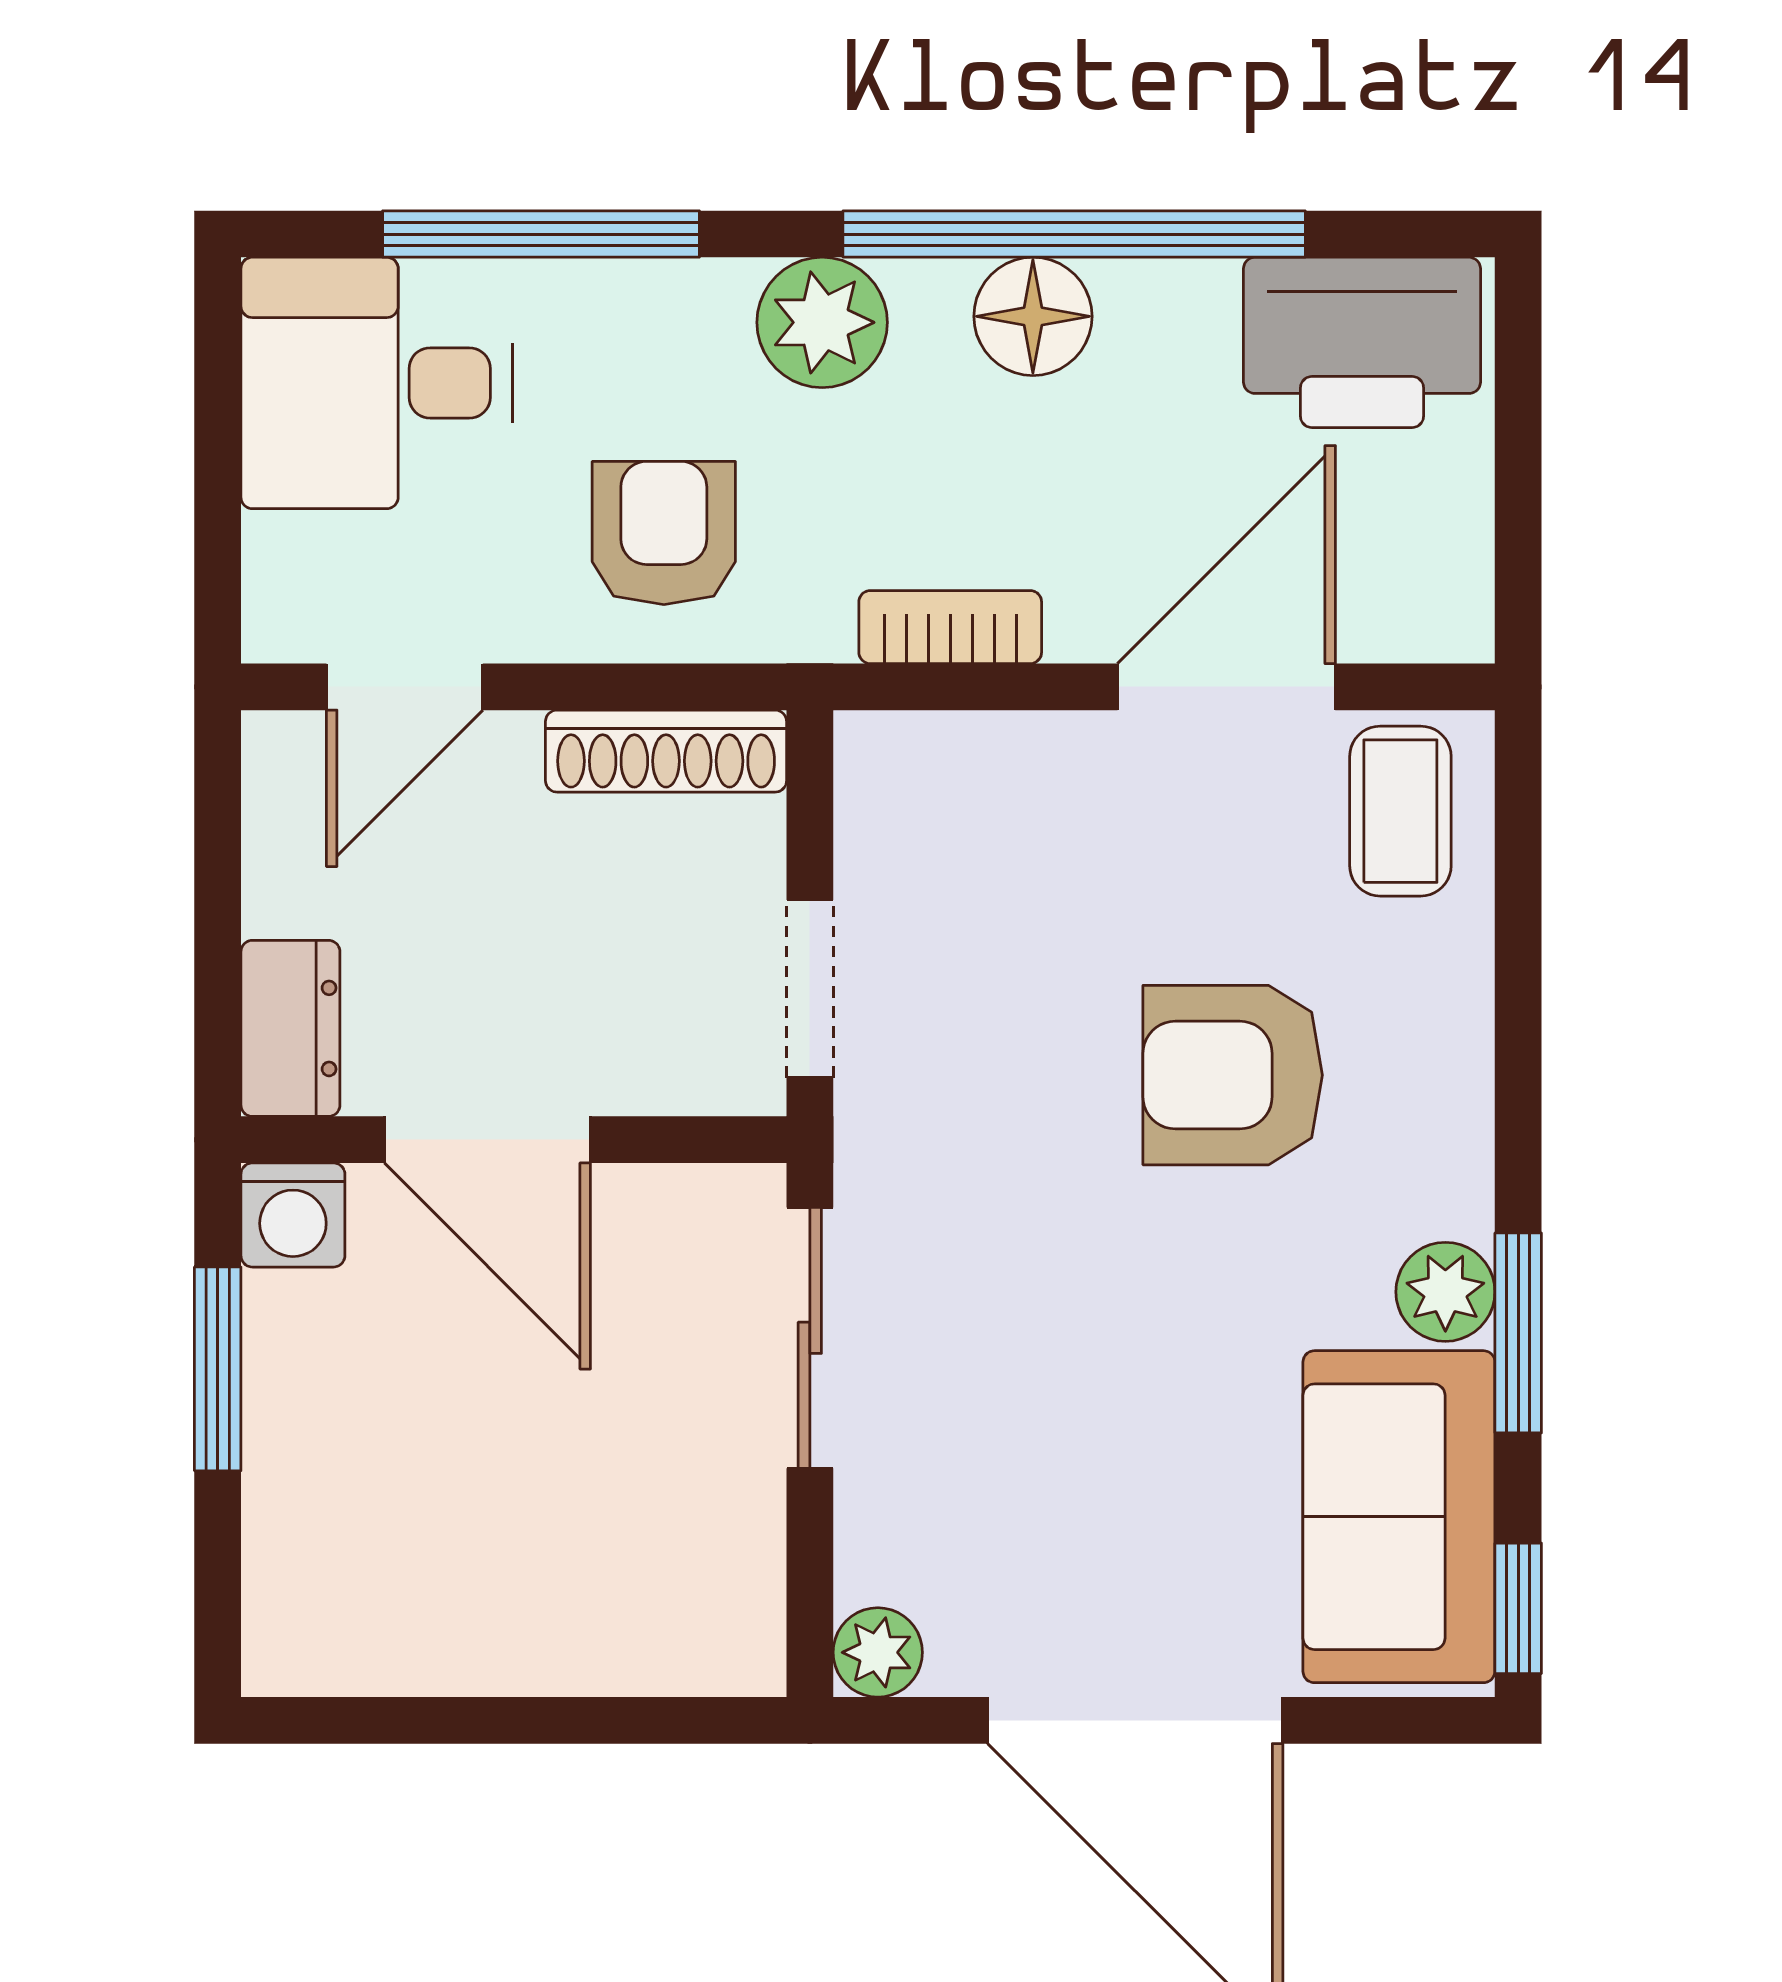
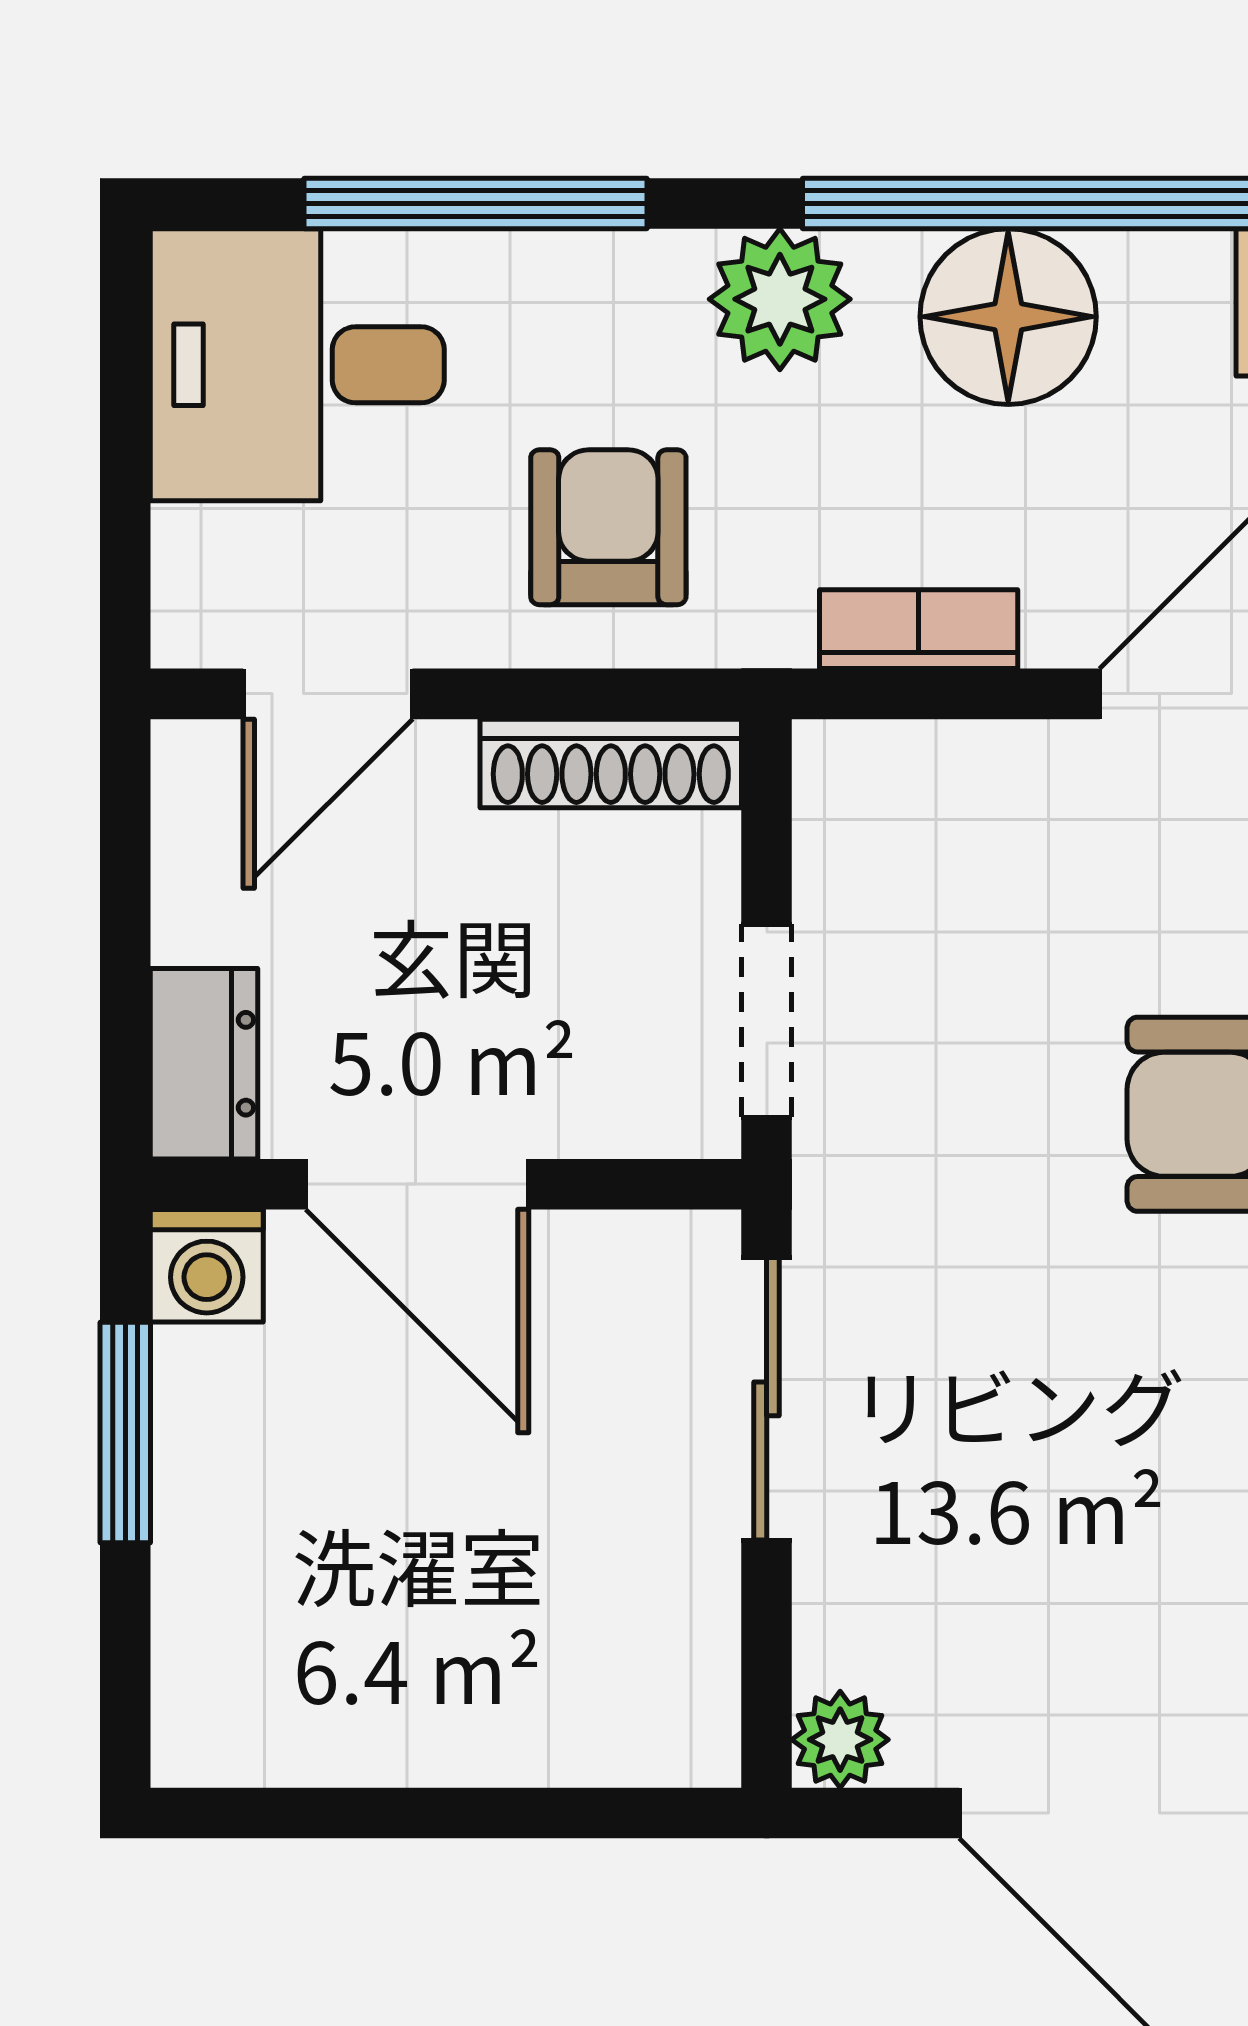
floor lamp: (1033, 316) -> (1008, 317), width x1.38, depth x1.38

